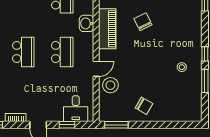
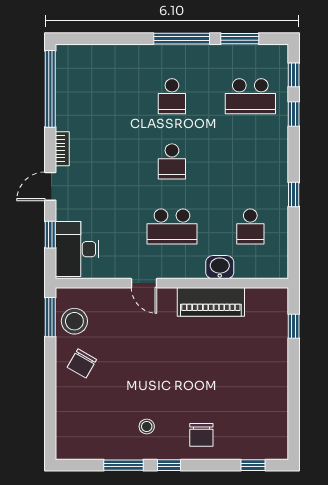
chair: (143, 22) -> (201, 435), moved, turned 116
school desk: (23, 52) -> (172, 161), width x0.54
stool: (110, 85) -> (74, 321), moved
desk: (76, 109) -> (77, 249), width x1.37

